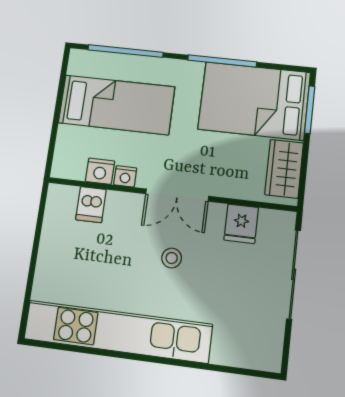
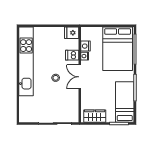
bed: (254, 101) -> (125, 102), width x0.67
bed: (117, 105) -> (118, 49), width x1.50
dishwasher: (91, 205) -> (72, 55), moved
fridge: (241, 224) -> (72, 33), moved

